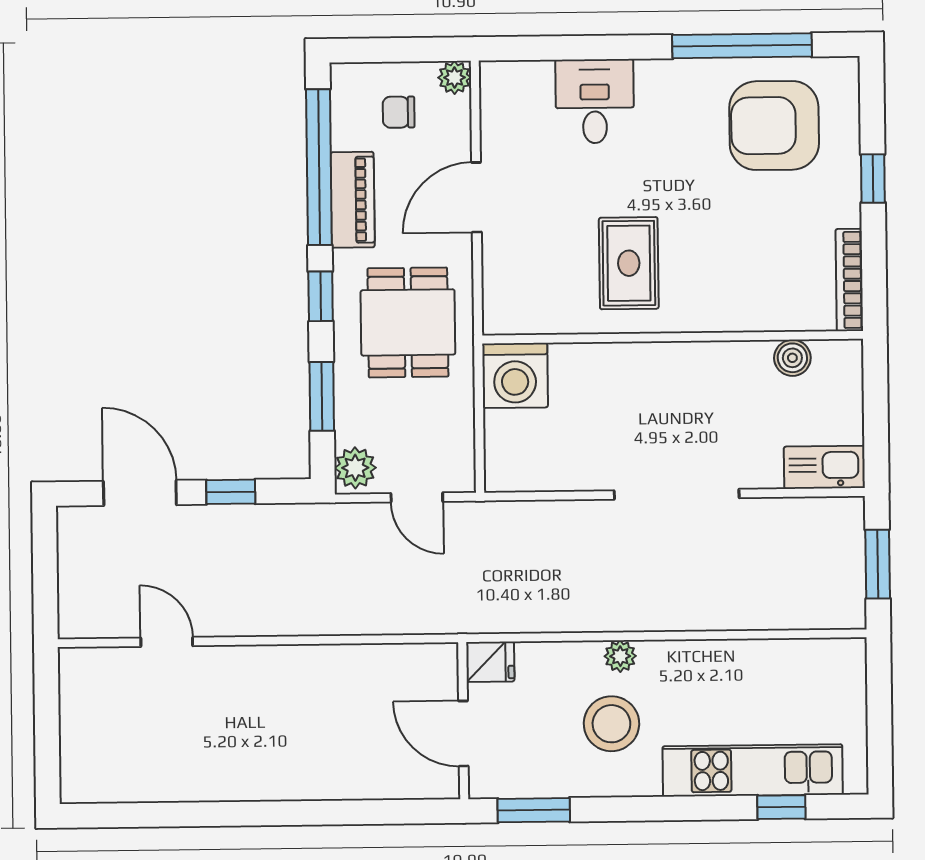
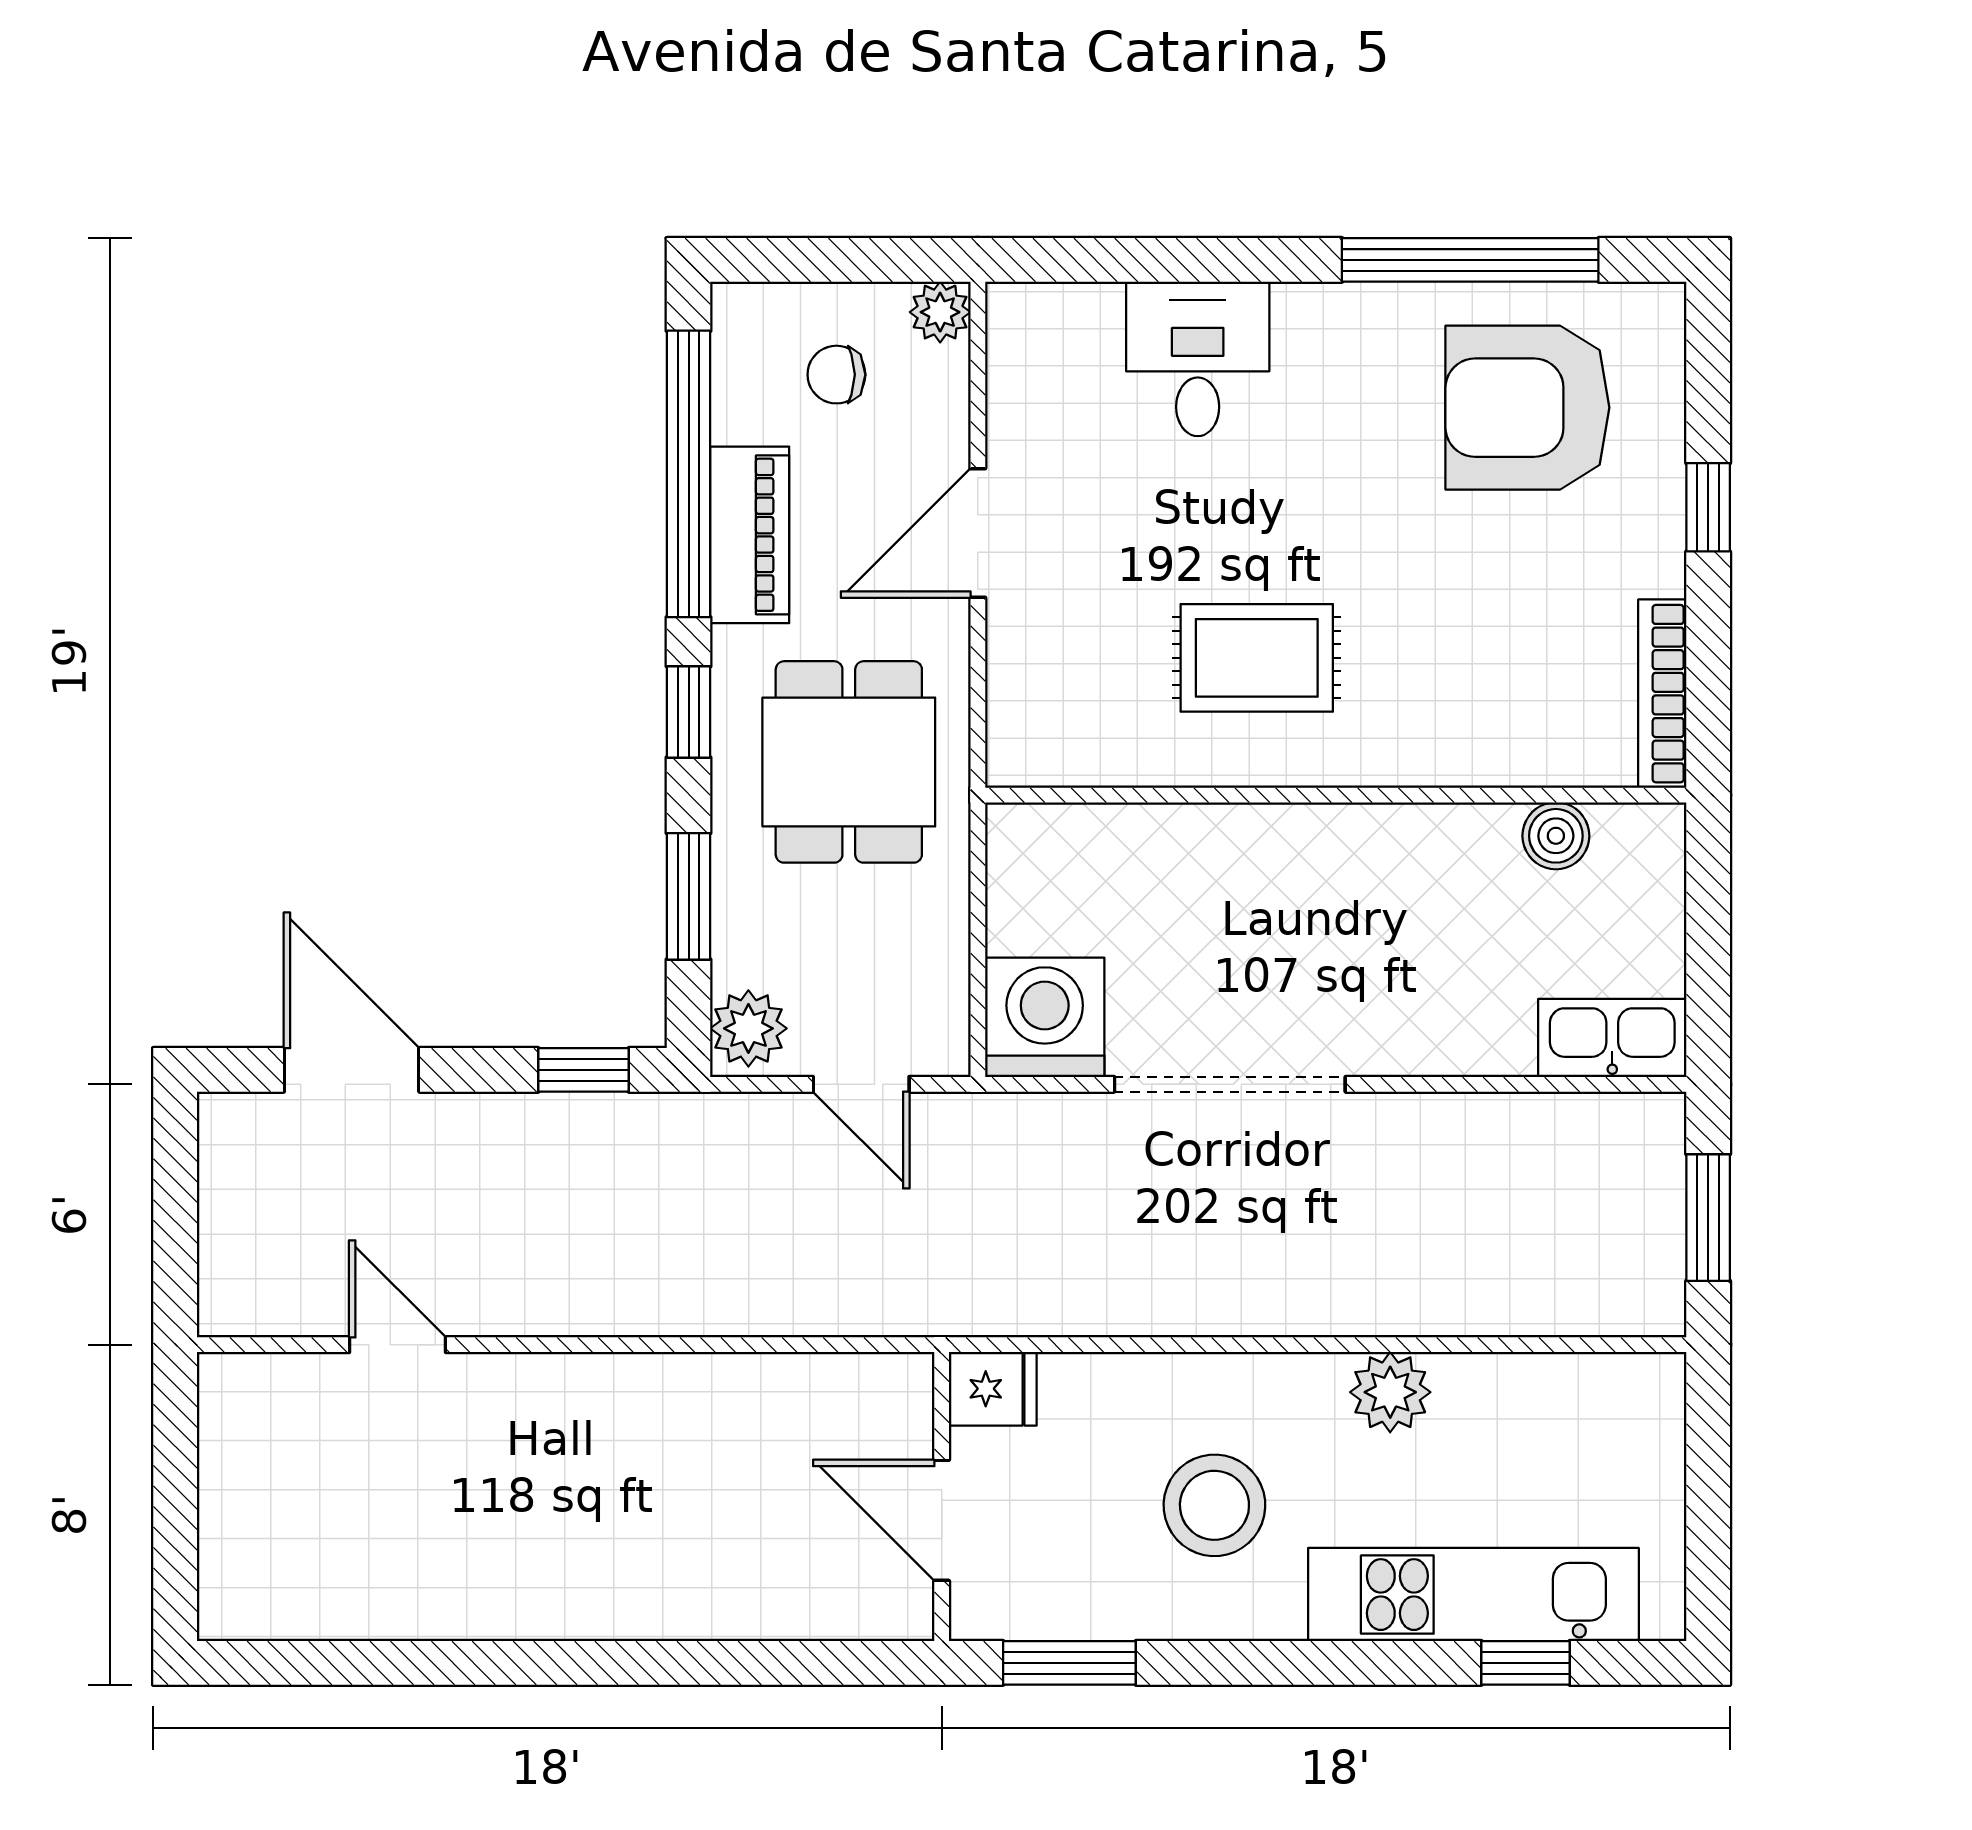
rug: (629, 263) -> (1257, 658), turned 90
washing machine: (515, 375) -> (1045, 1017), moved, turned 180
window: (231, 492) -> (583, 1070), moved
doorway: (677, 494) -> (1230, 1084), moved
plant: (620, 656) -> (1390, 1392), moved, width x1.38, depth x1.38

